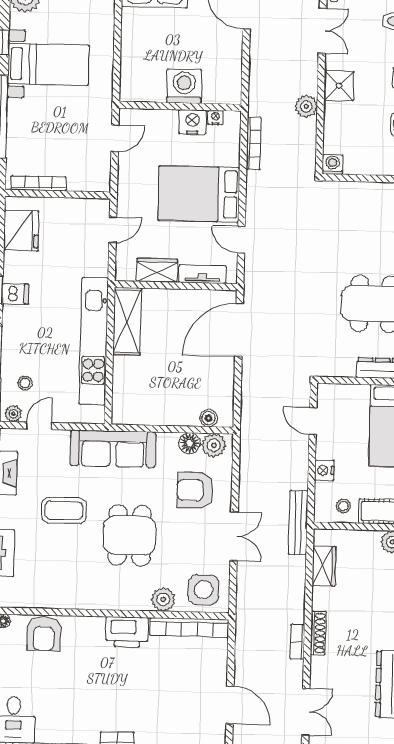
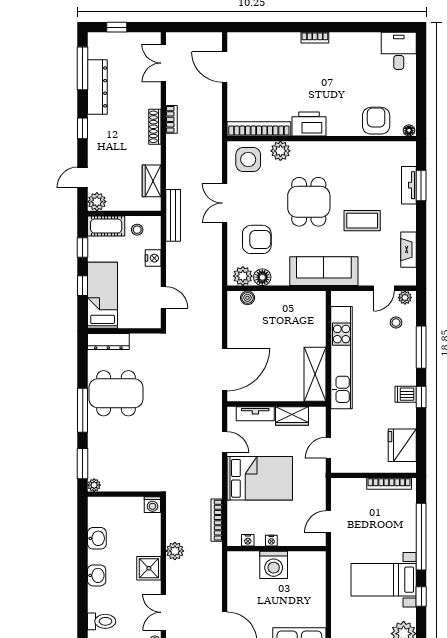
nightstand: (192, 122) -> (271, 541), width x0.53, depth x0.56

